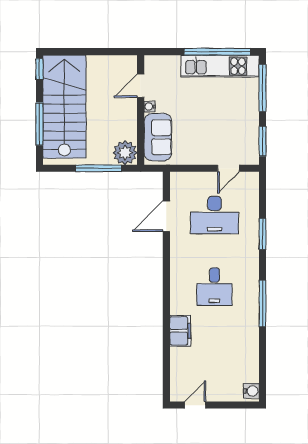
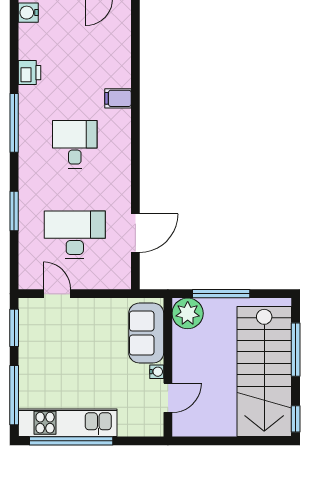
door: (229, 168) -> (57, 294), hinge flipped
filing cabinet: (180, 331) -> (118, 98), width x0.50
printer: (250, 343) -> (30, 73), added

